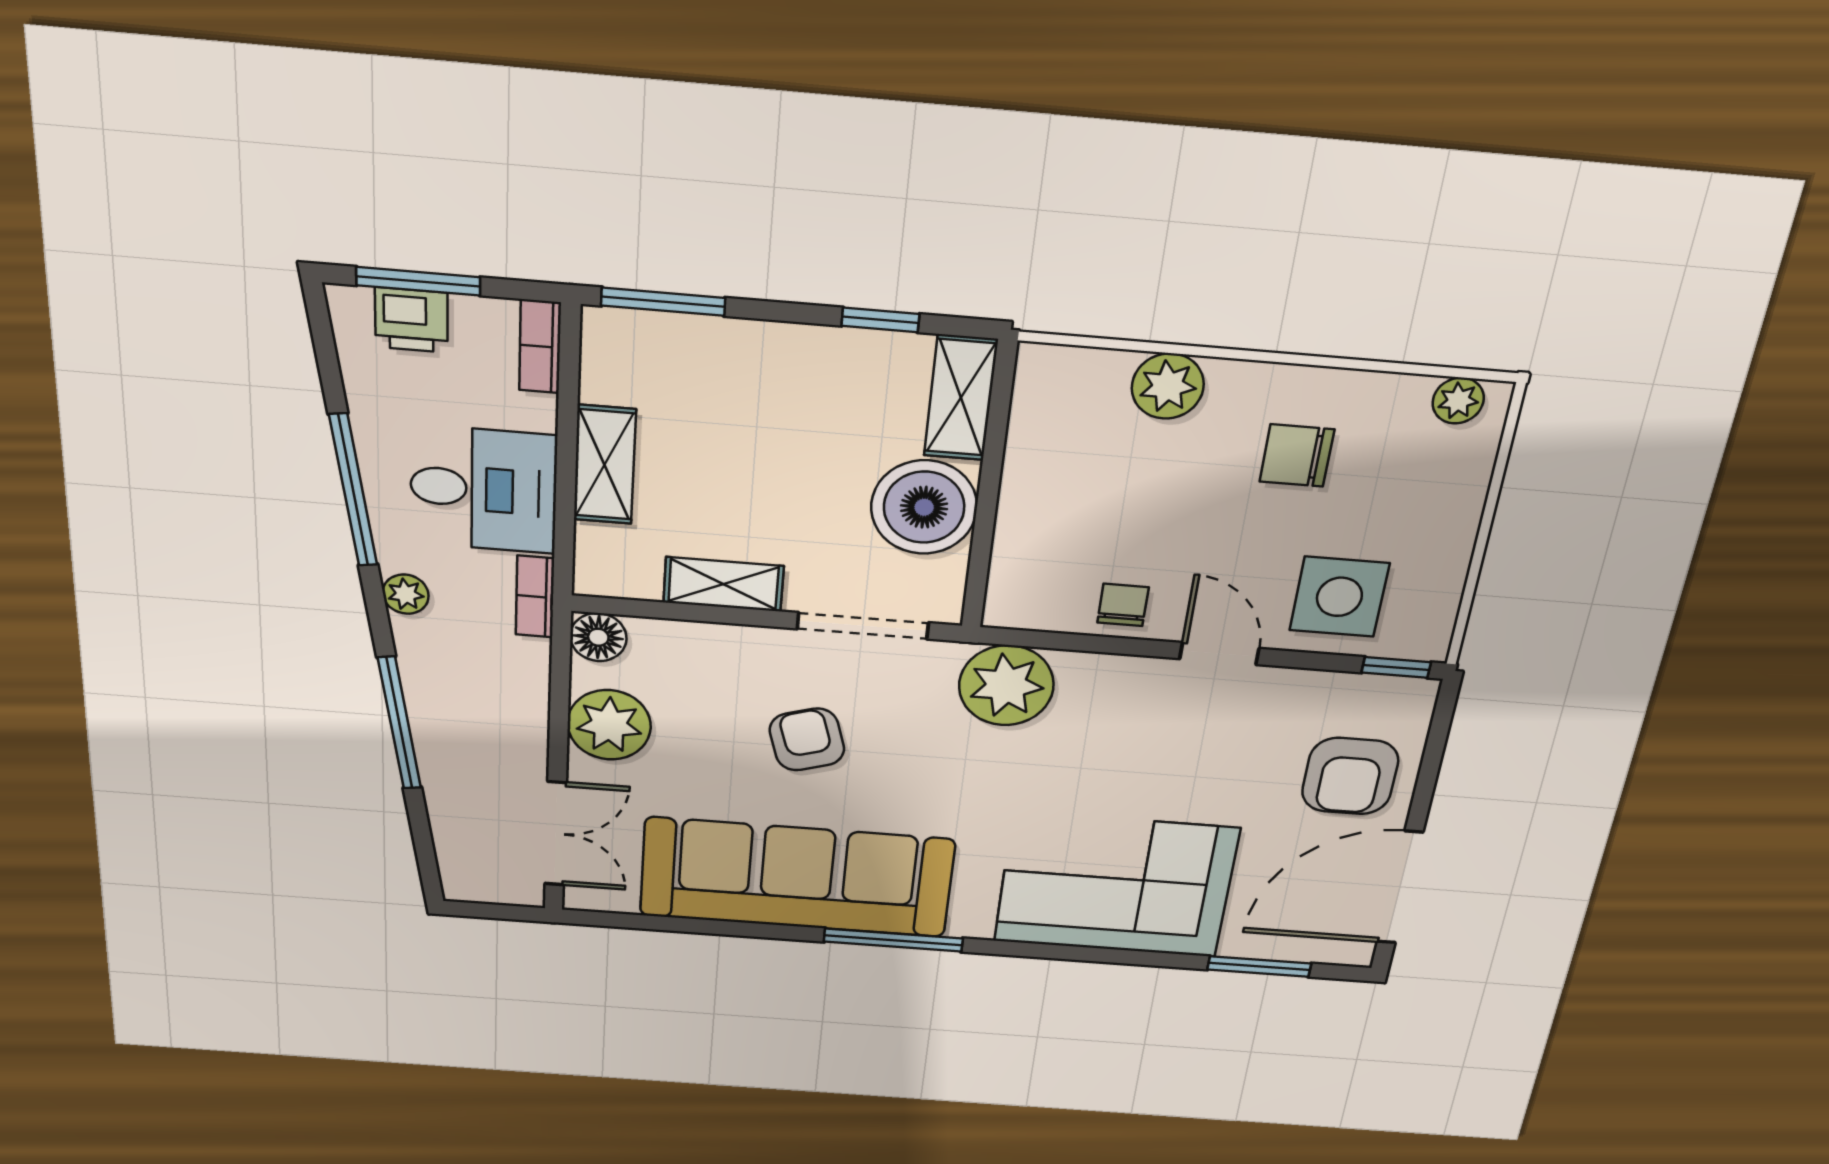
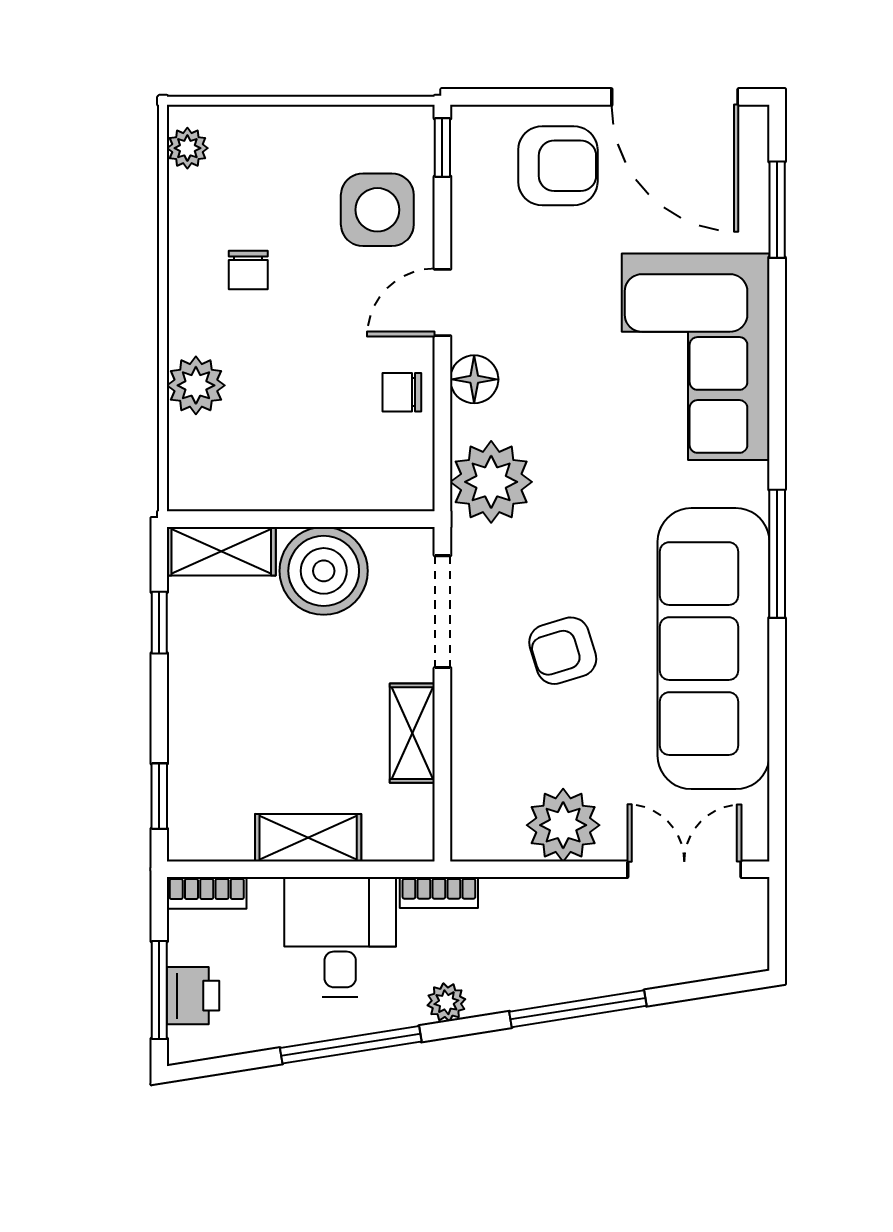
window: (663, 302) -> (159, 796), width x0.67
chair: (1297, 456) -> (248, 270), width x0.73, depth x0.73
floor lamp: (598, 637) -> (474, 379), moved

